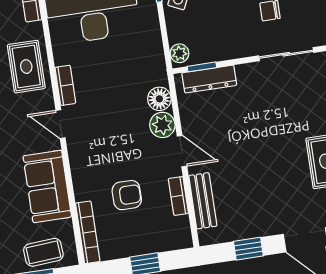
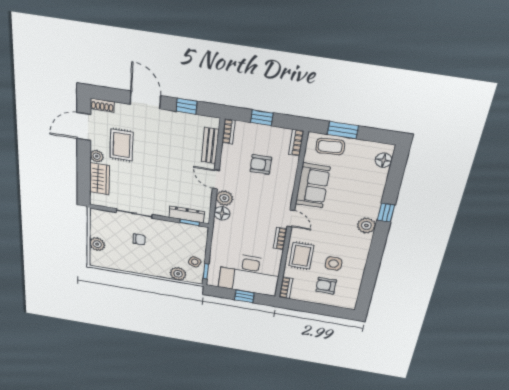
plant: (179, 53) -> (202, 234), removed
bookcase: (178, 196) -> (228, 132), moved
bookcase: (88, 232) -> (296, 143), width x0.64

